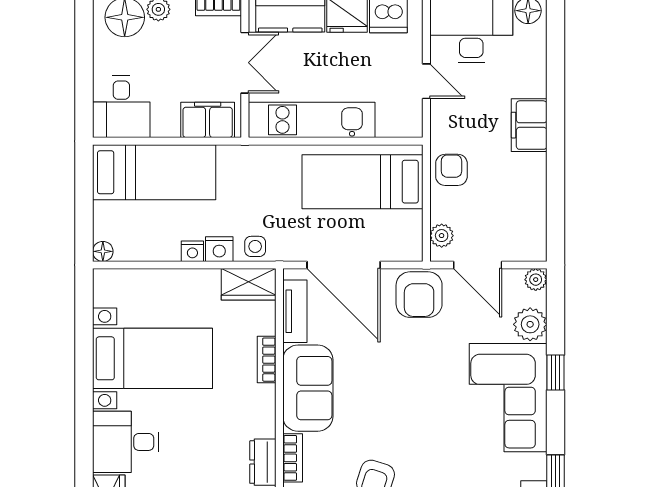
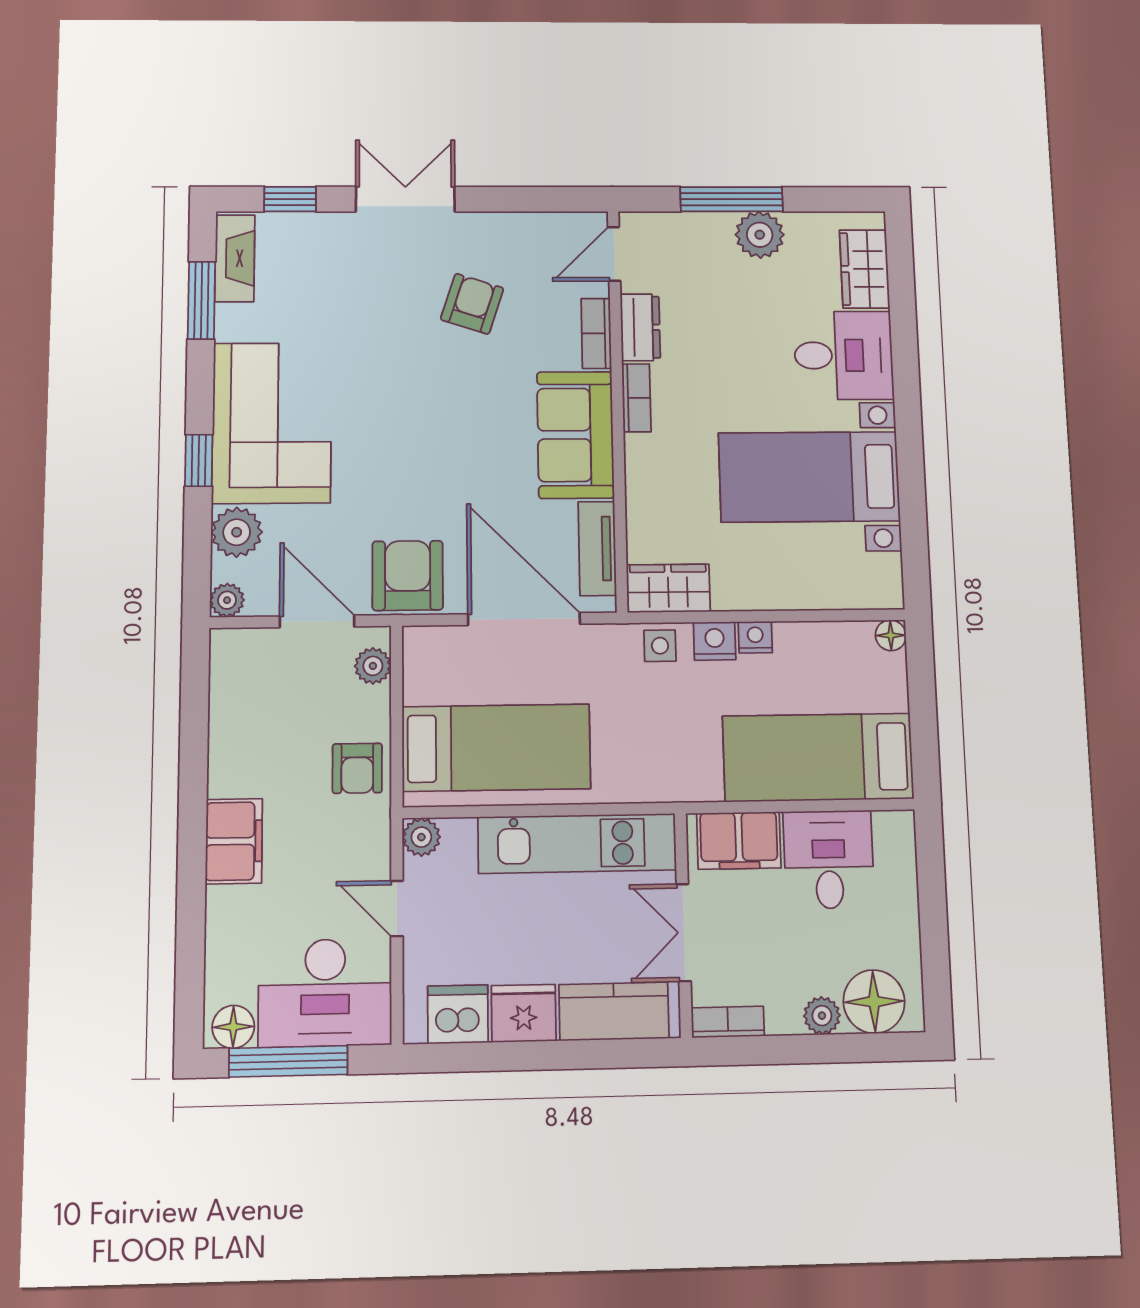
desk: (121, 107) -> (829, 859), moved
plant: (411, 126) -> (421, 837), added
bookcase: (267, 360) -> (636, 398), moved

